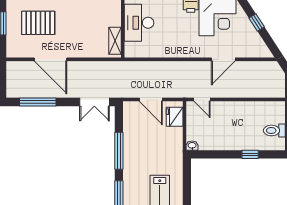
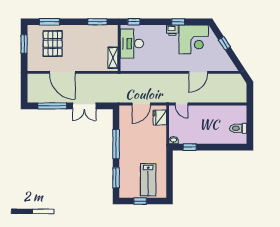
pallet: (38, 23) -> (53, 44), turned 90
door: (151, 100) -> (141, 104), hinge flipped
double door: (94, 102) -> (84, 106), moved
window: (250, 154) -> (190, 147), moved

